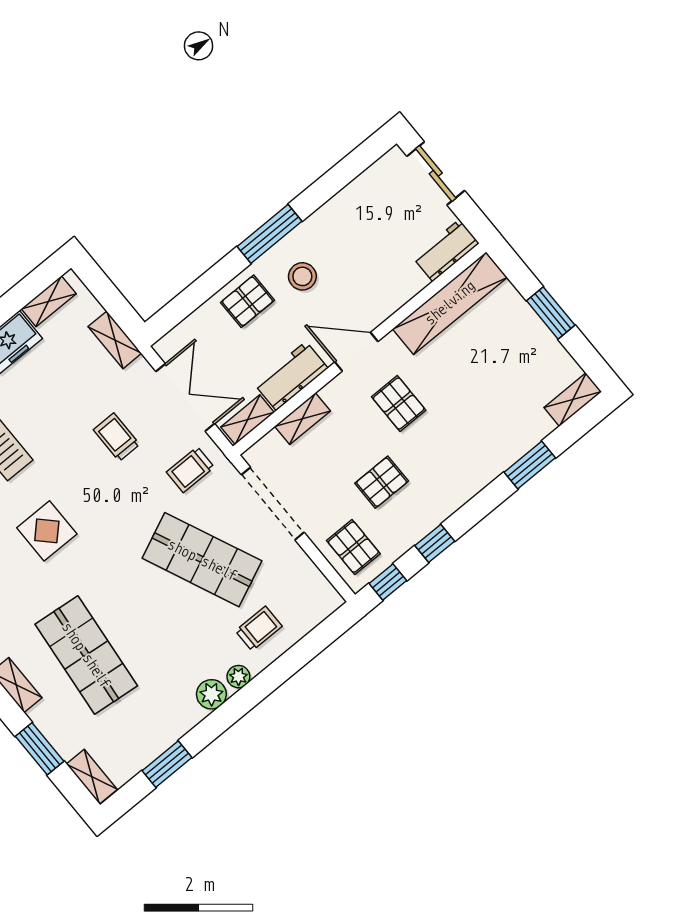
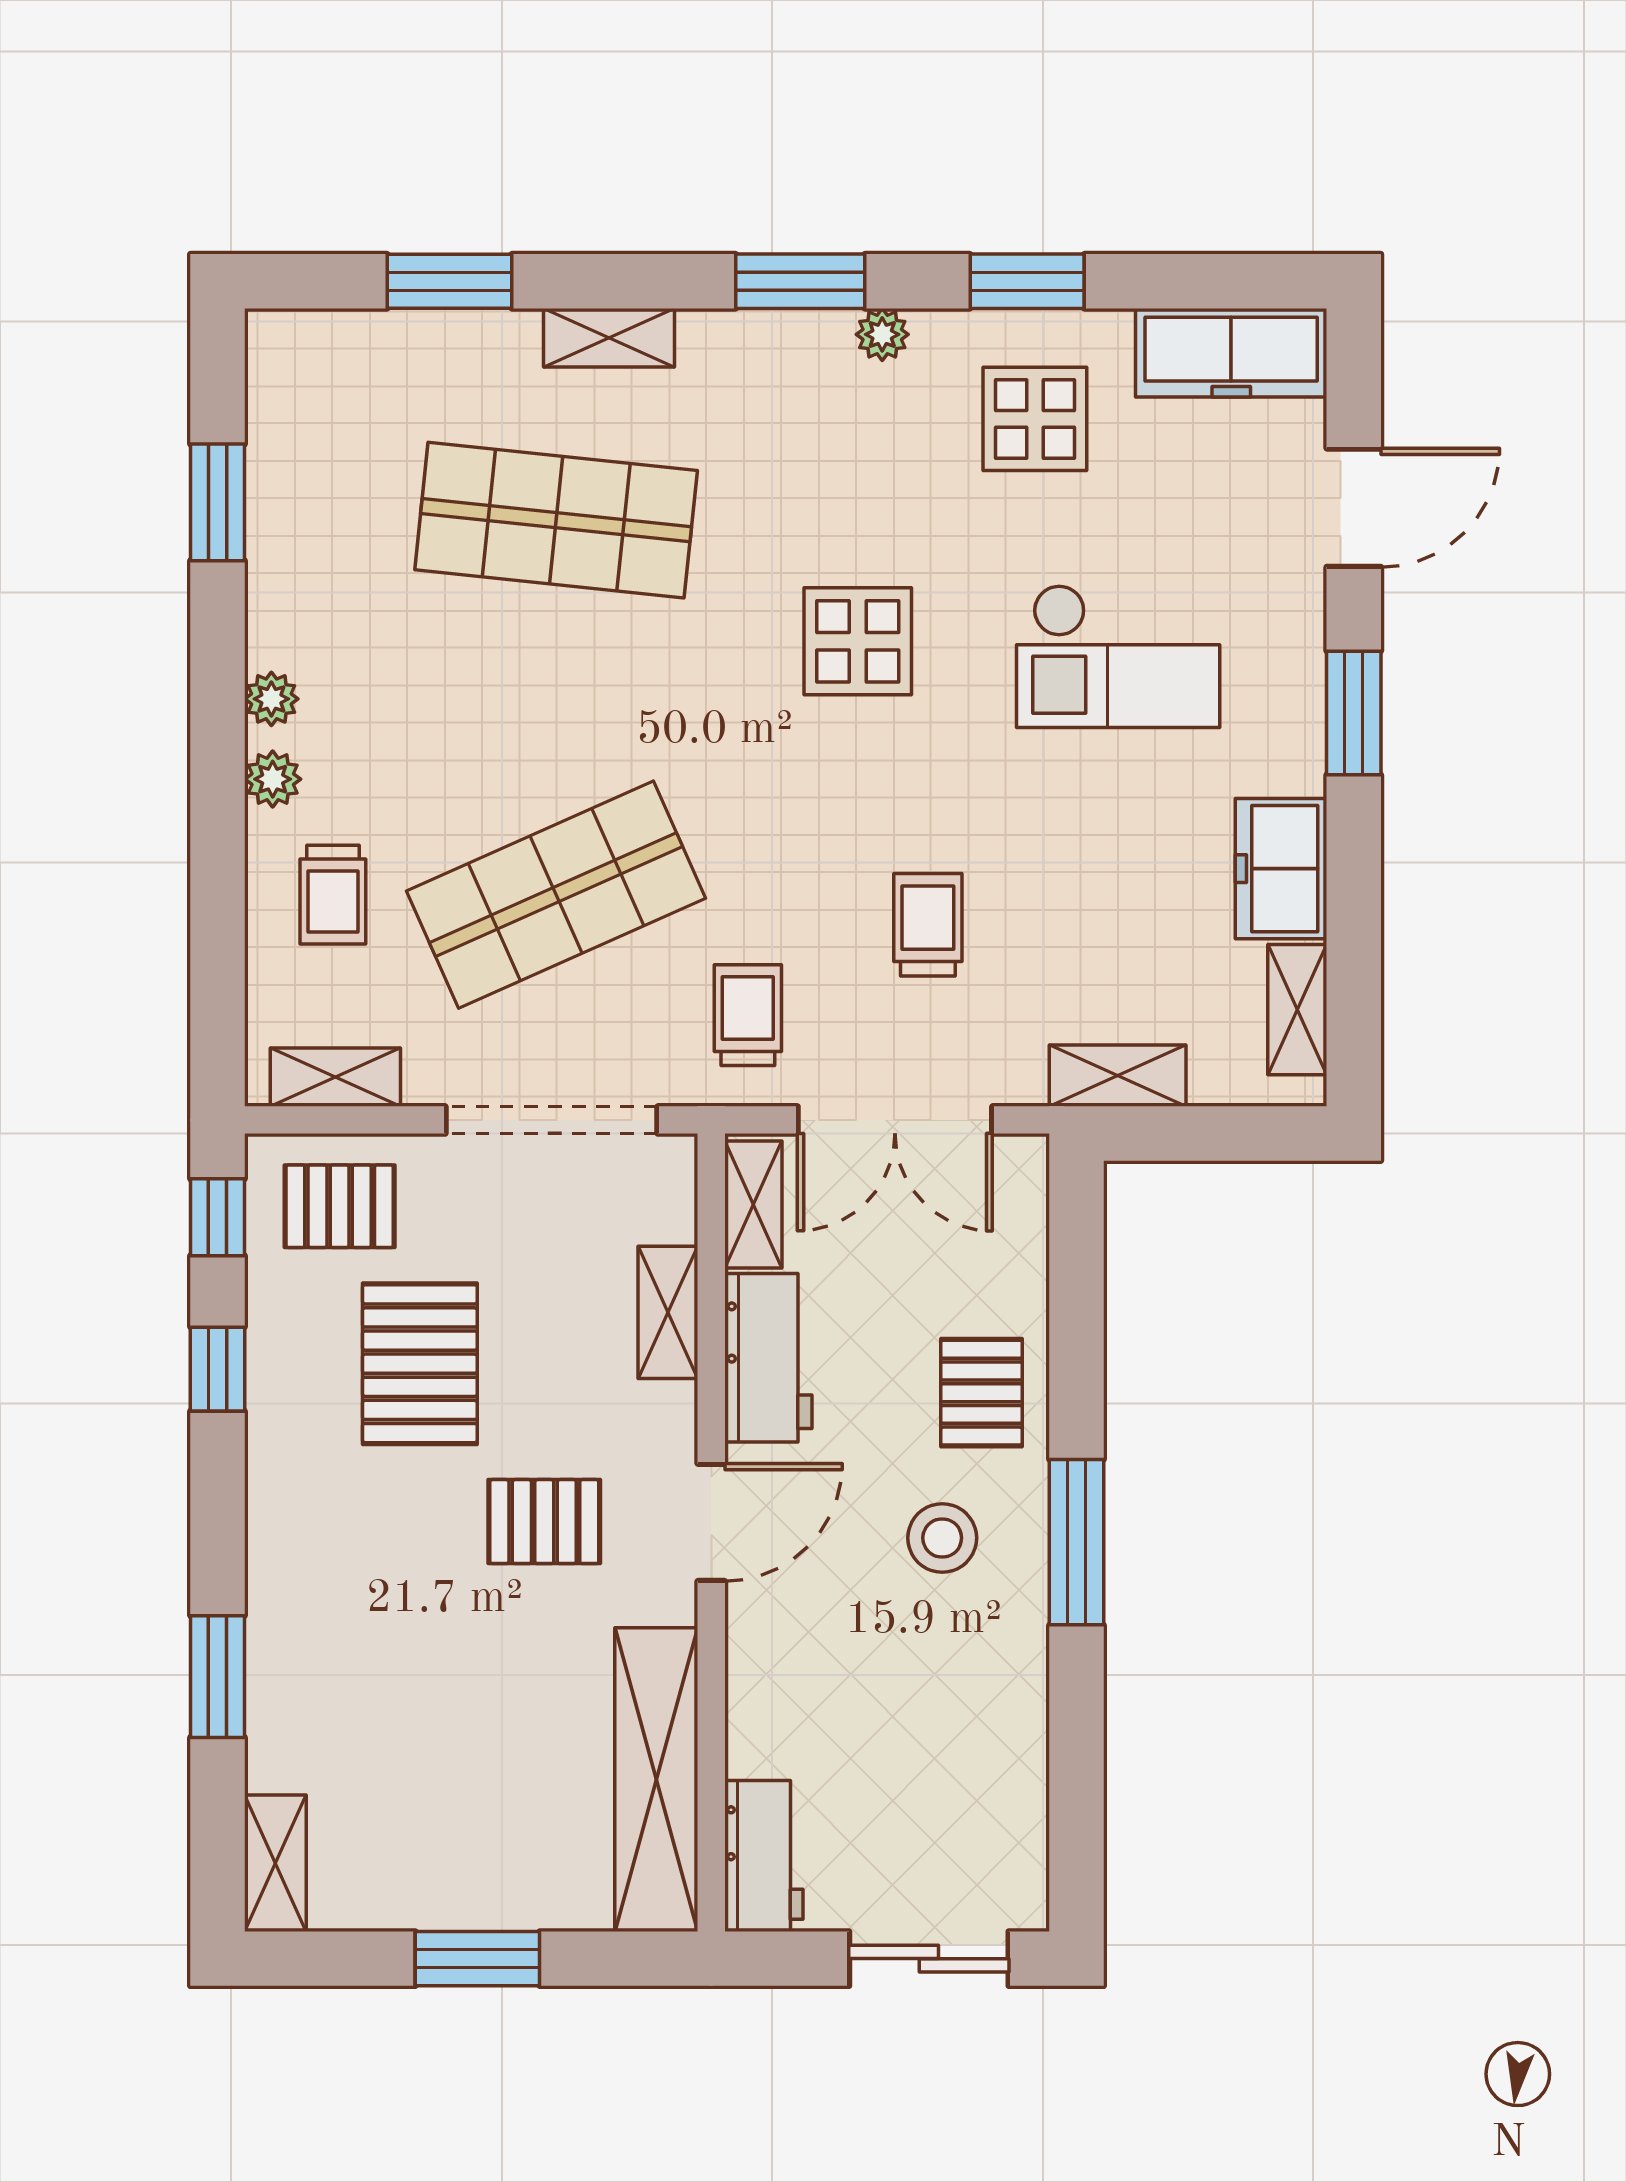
trolley: (117, 437) -> (928, 925), turned -90
pallet: (382, 482) -> (420, 1364), width x1.50, depth x1.42
plant: (211, 694) -> (271, 699), width x0.73, depth x0.73
shelving: (92, 777) -> (335, 1077), moved

